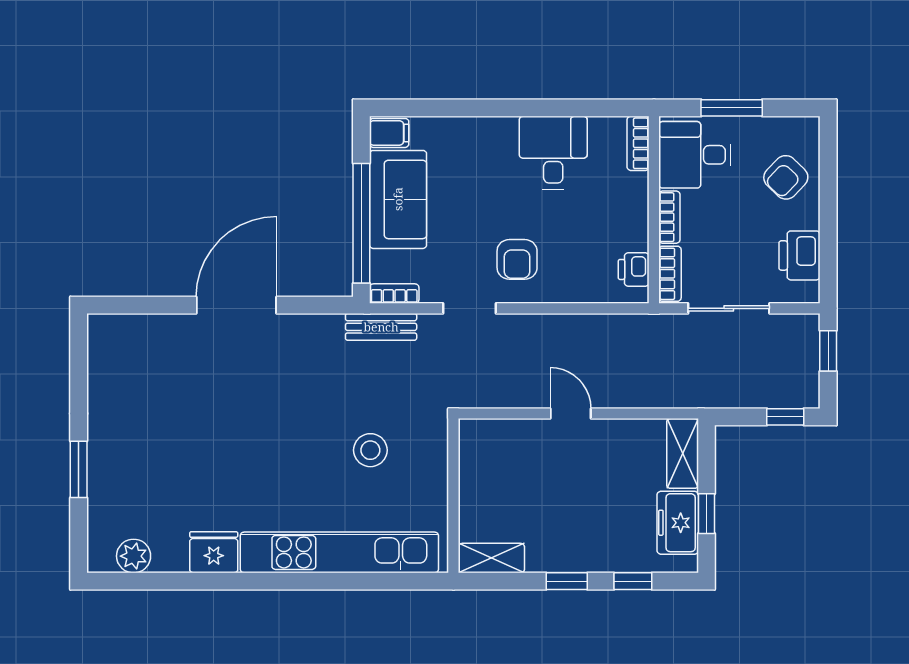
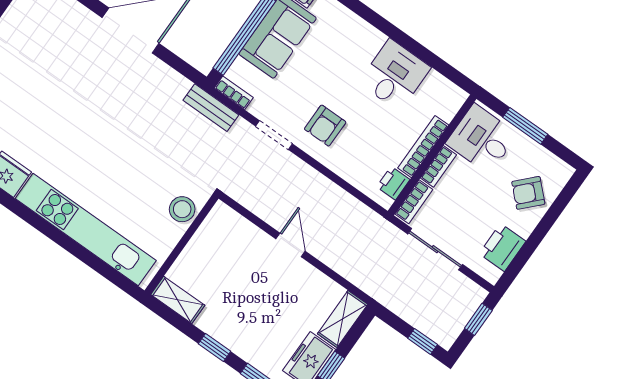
bookcase: (638, 143) -> (423, 147), moved, width x1.56
stool: (370, 450) -> (182, 209), moved

